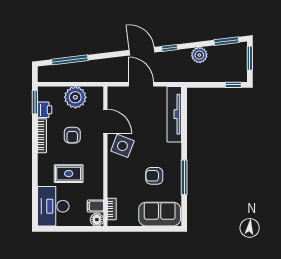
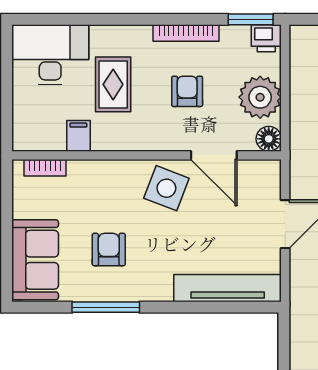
printer: (45, 110) -> (266, 38), moved
door: (105, 121) -> (214, 155), hinge flipped
armchair: (72, 135) -> (187, 91), turned 90
filing cabinet: (95, 206) -> (78, 136), moved
floor lamp: (97, 220) -> (269, 139), moved

